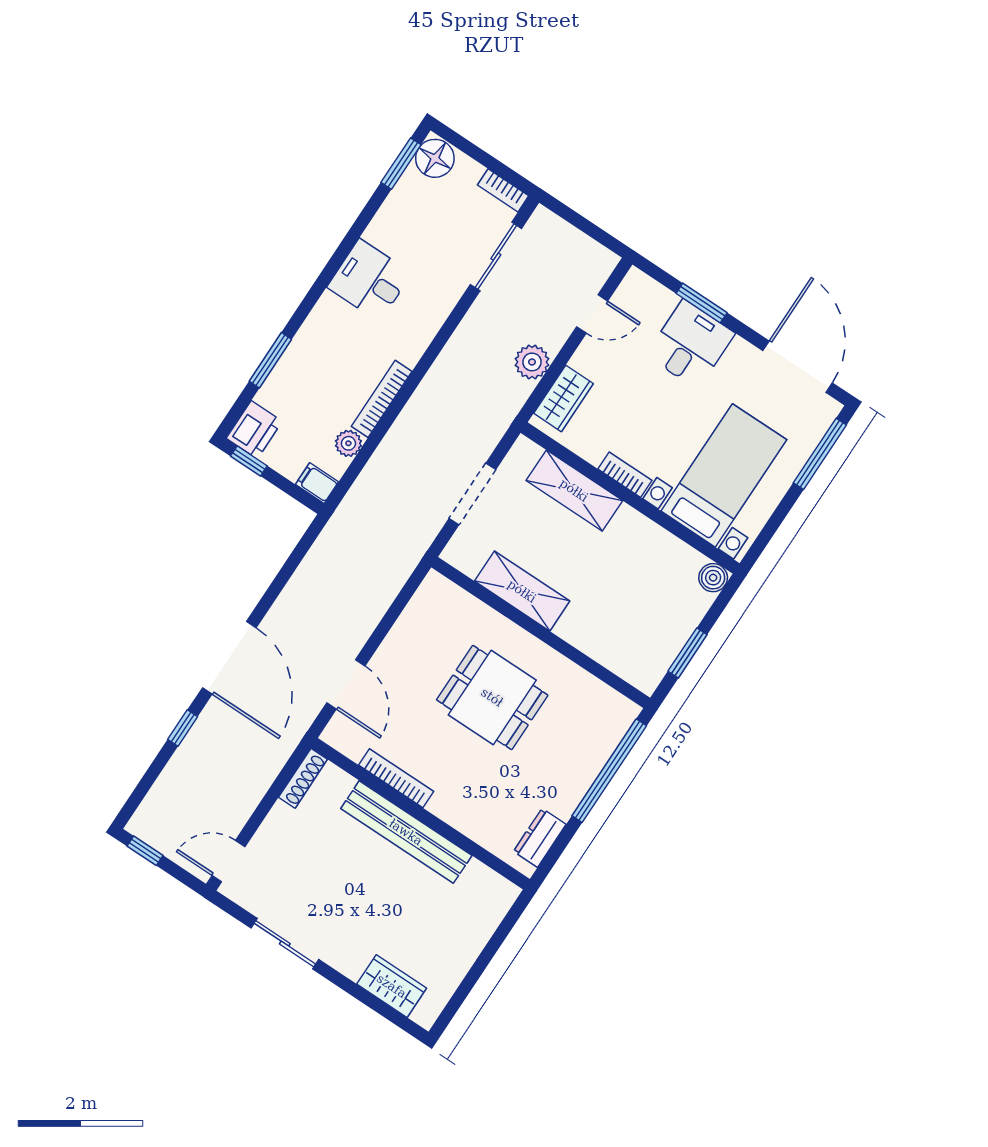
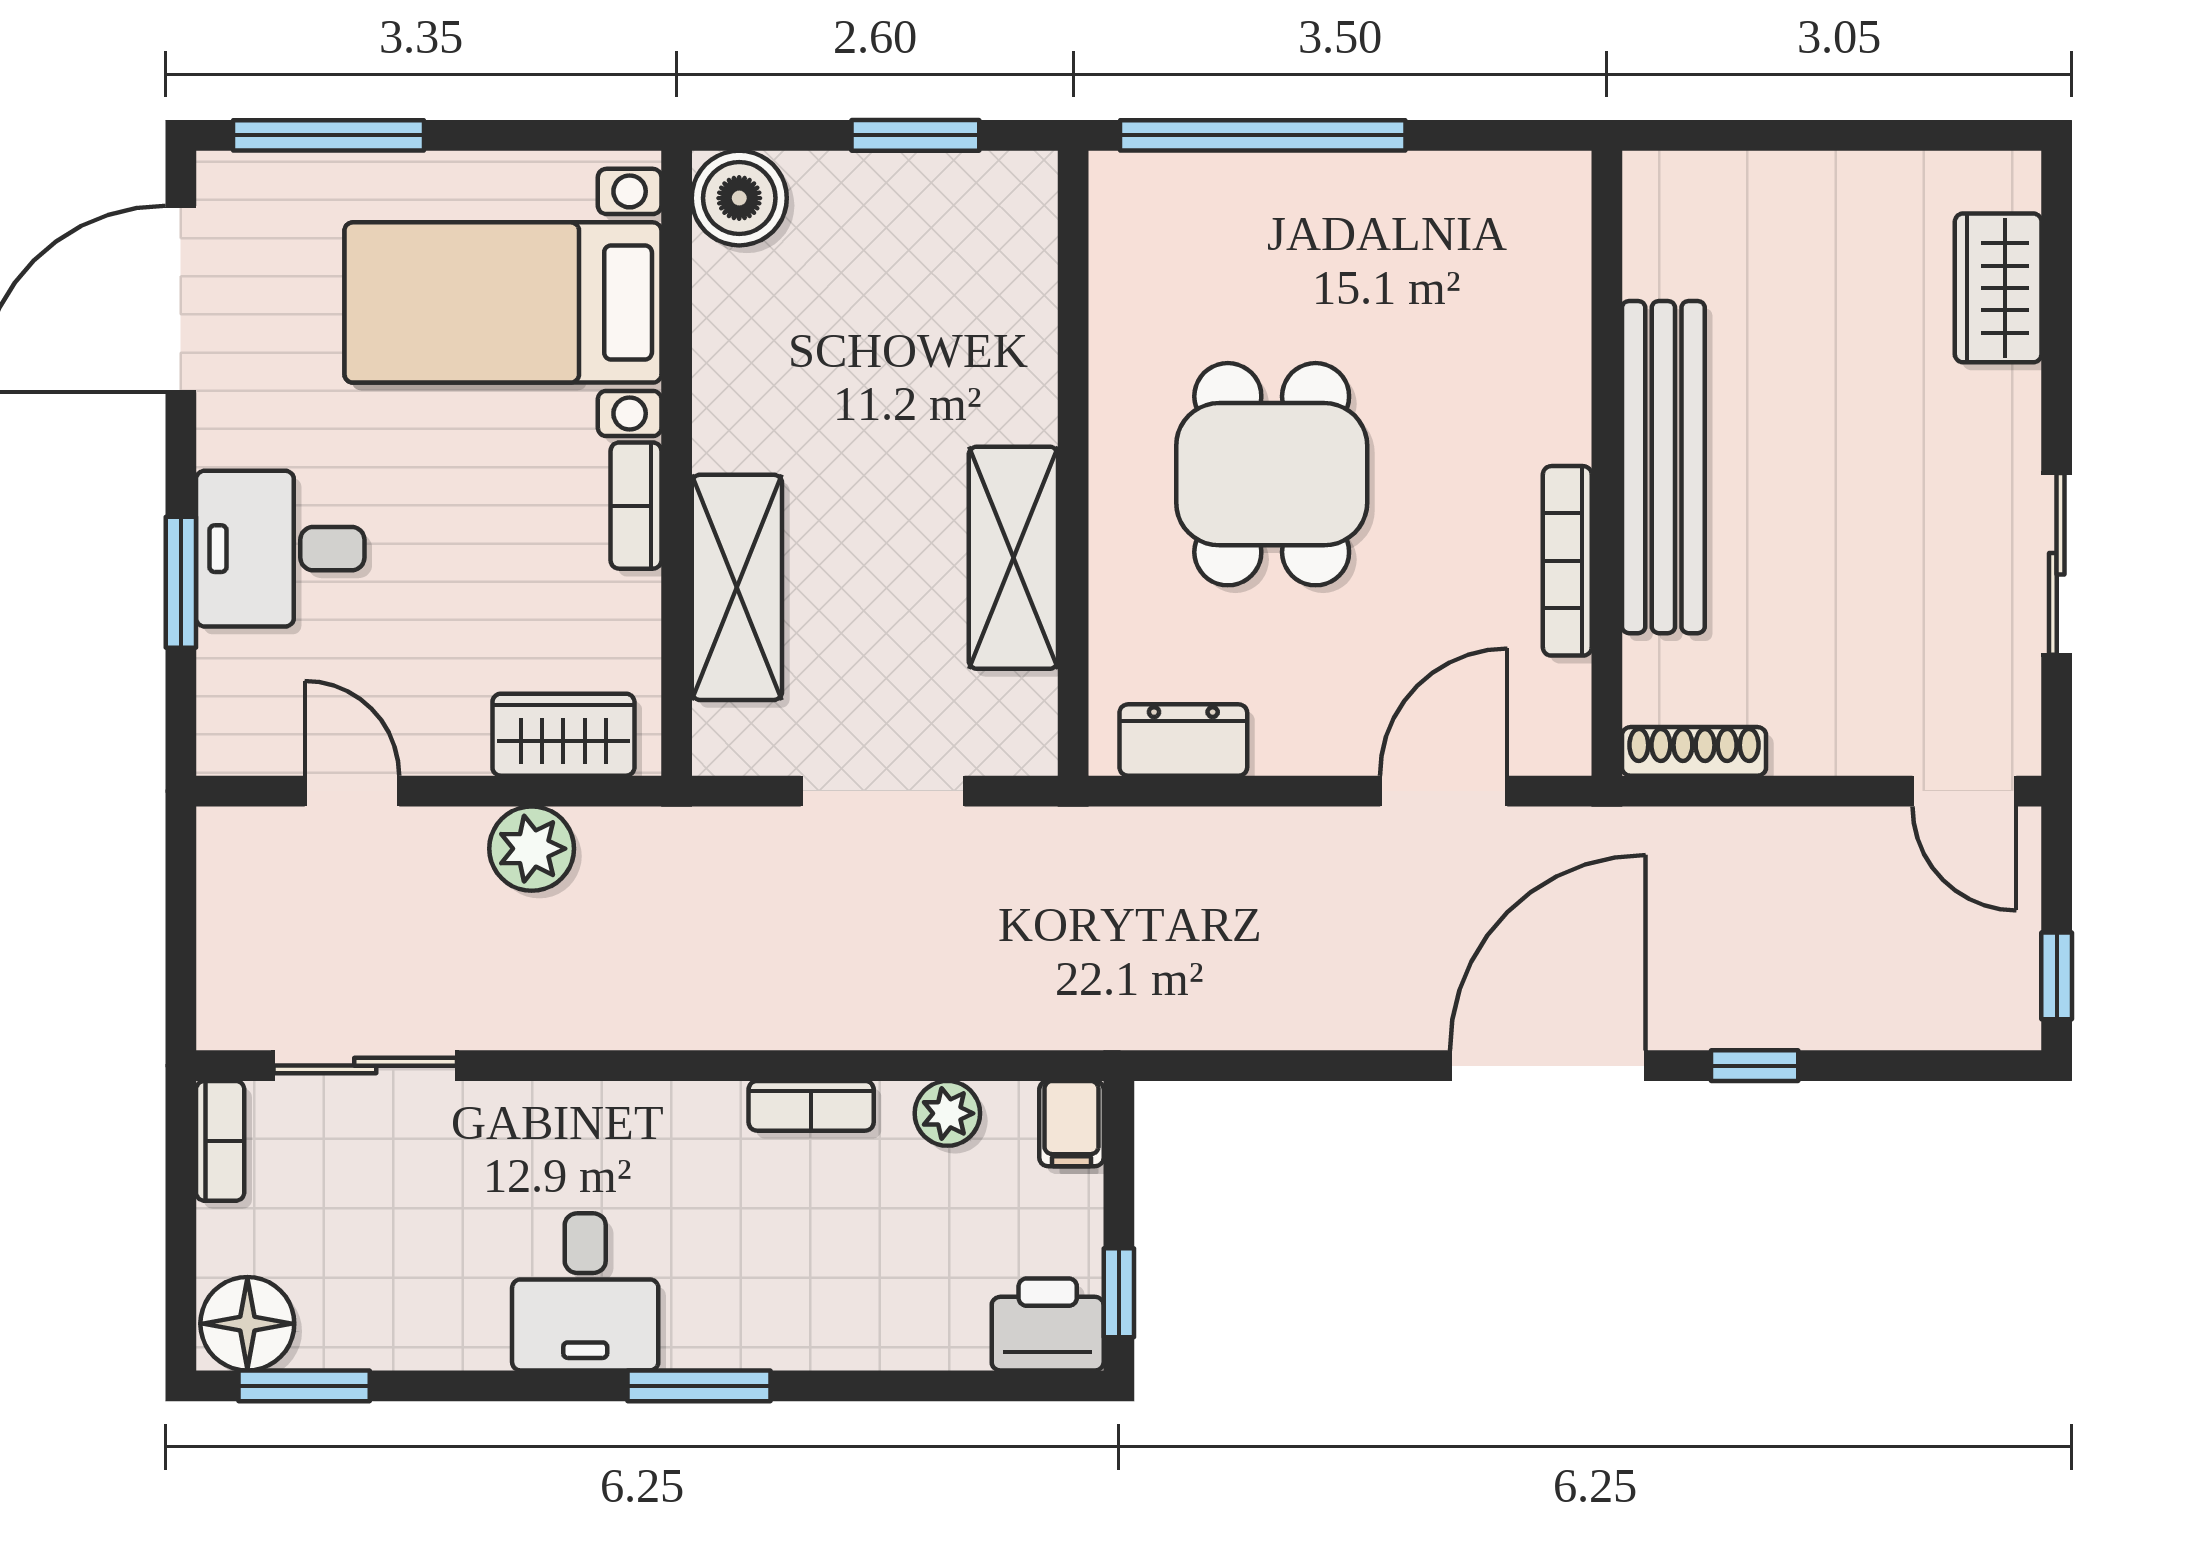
window: (270, 360) -> (699, 1386), moved
bookcase: (382, 399) -> (811, 1106), width x0.64
boiler: (713, 578) -> (739, 198), width x1.36, depth x1.36
dresser: (540, 838) -> (1183, 740), moved, turned 180

